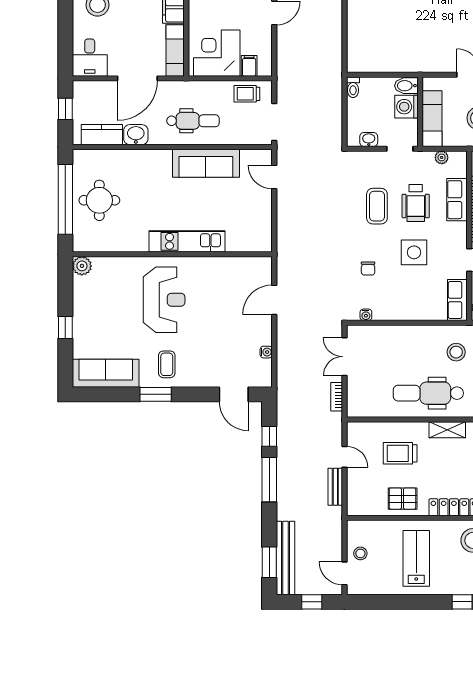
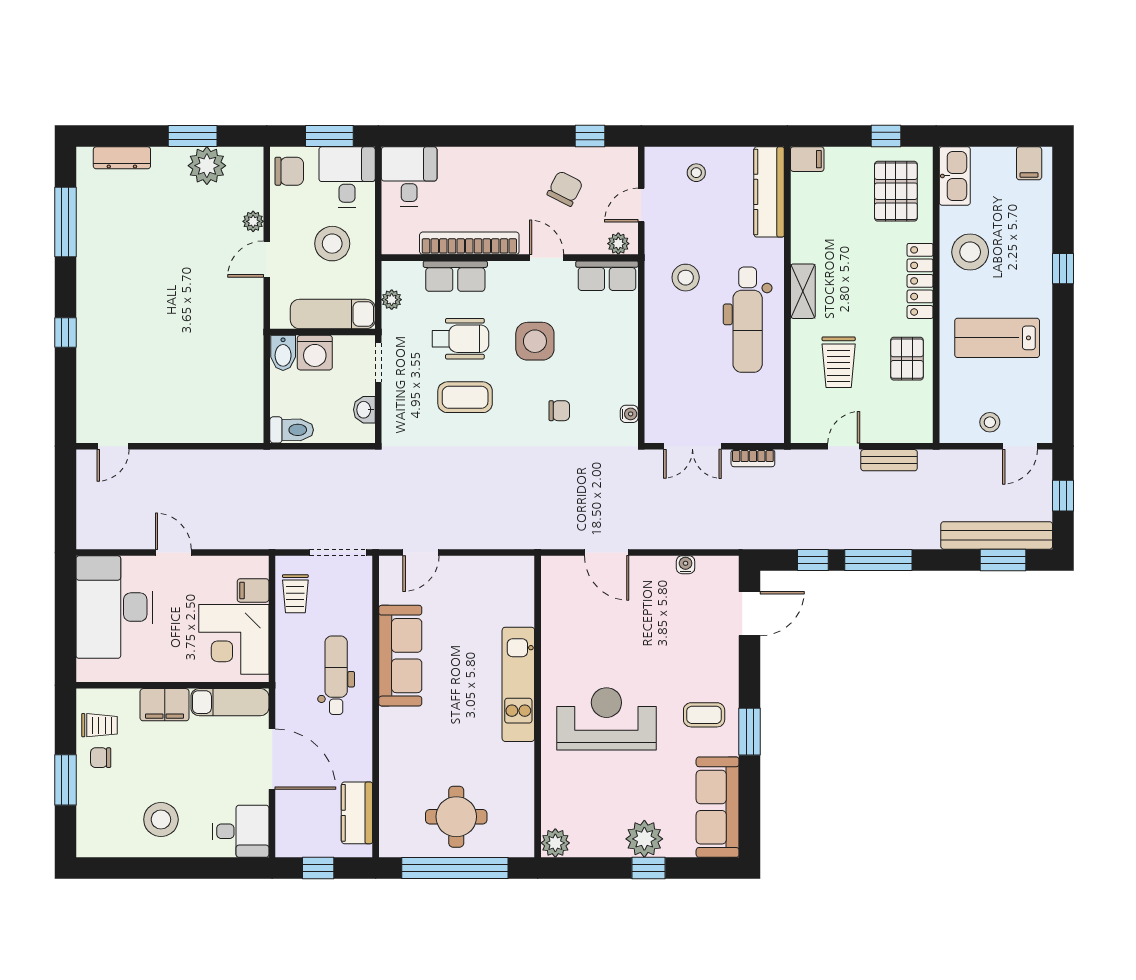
toilet: (353, 87) -> (292, 430), width x1.37, depth x1.39
washbasin: (136, 135) -> (357, 762), removed
plant: (85, 325) -> (644, 839), added

